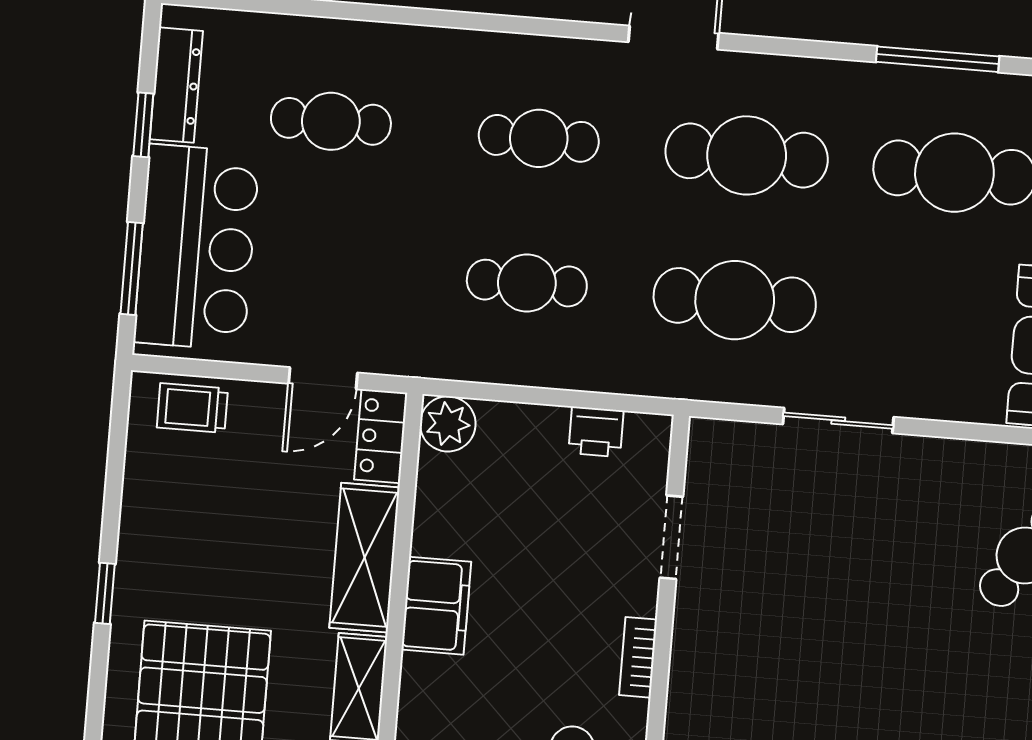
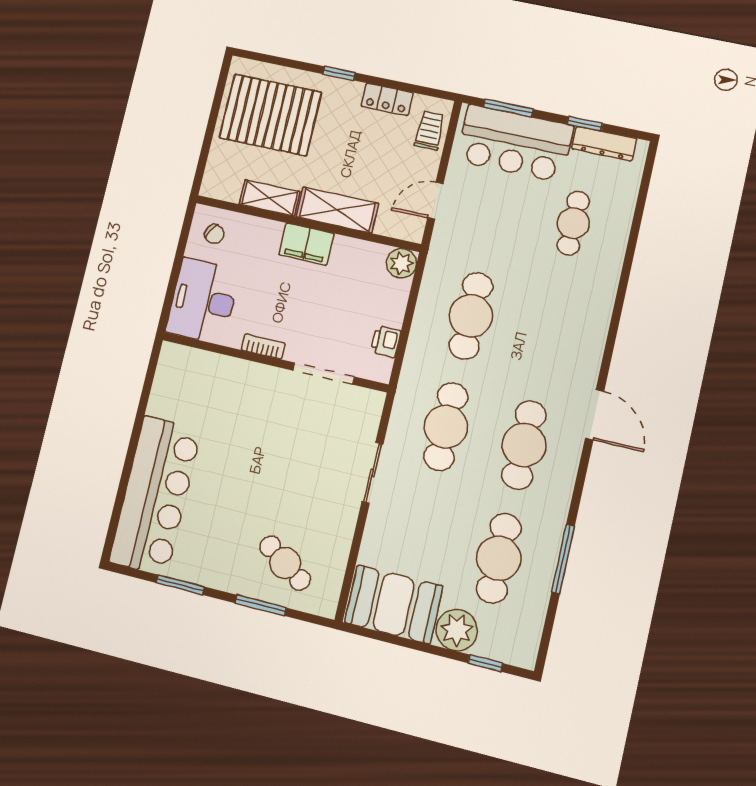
cafe table: (539, 138) -> (549, 333), removed
cafe table: (527, 283) -> (471, 316), width x1.37, depth x1.35
door: (323, 378) -> (435, 201), hinge flipped
locker: (381, 436) -> (387, 99), moved, turned 180
doorway: (671, 537) -> (324, 374), width x1.38

